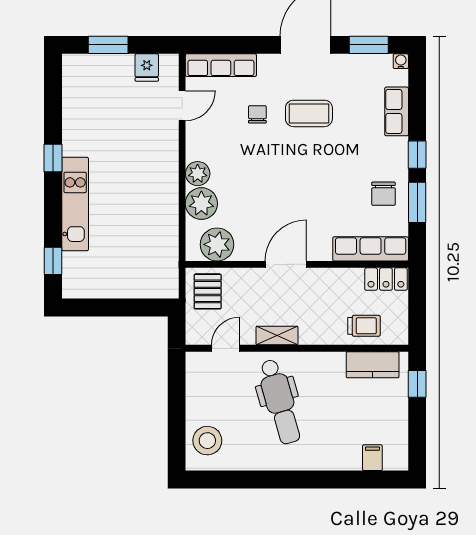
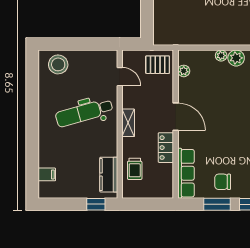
plant: (201, 204) -> (221, 56), width x0.53, depth x0.53
plant: (217, 244) -> (184, 71), width x0.53, depth x0.53
locker: (386, 279) -> (166, 148), moved
shelving: (277, 336) -> (128, 123), moved

